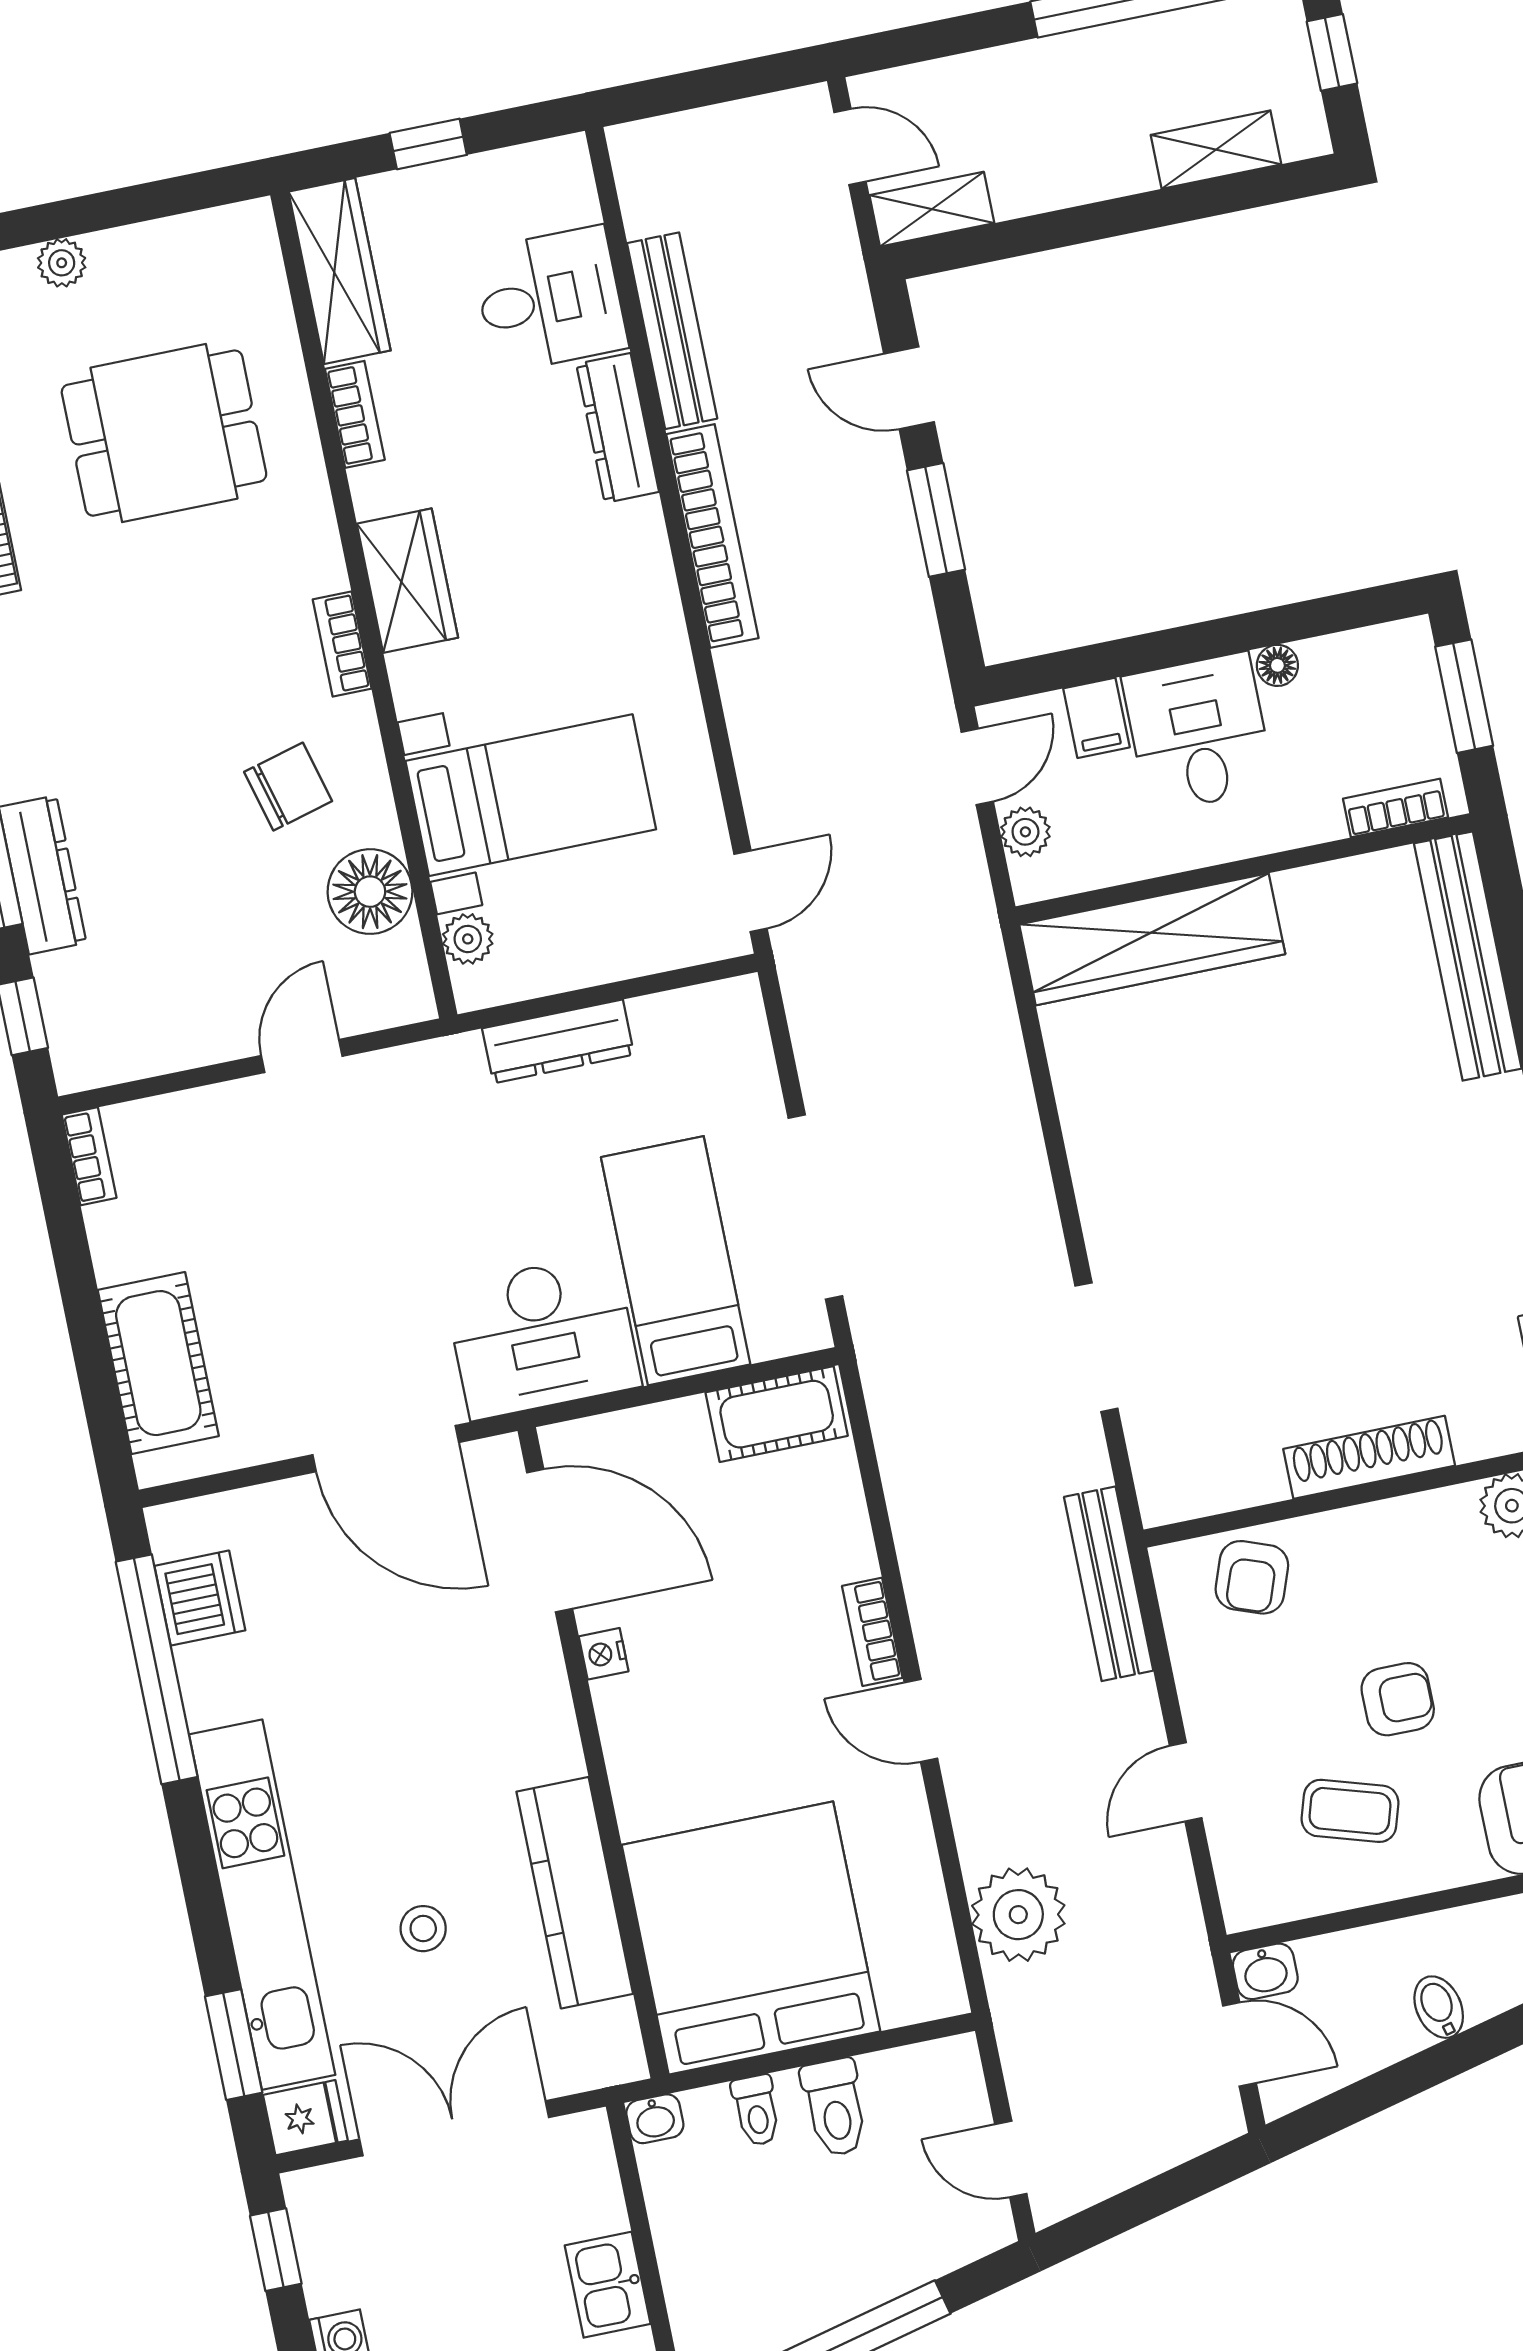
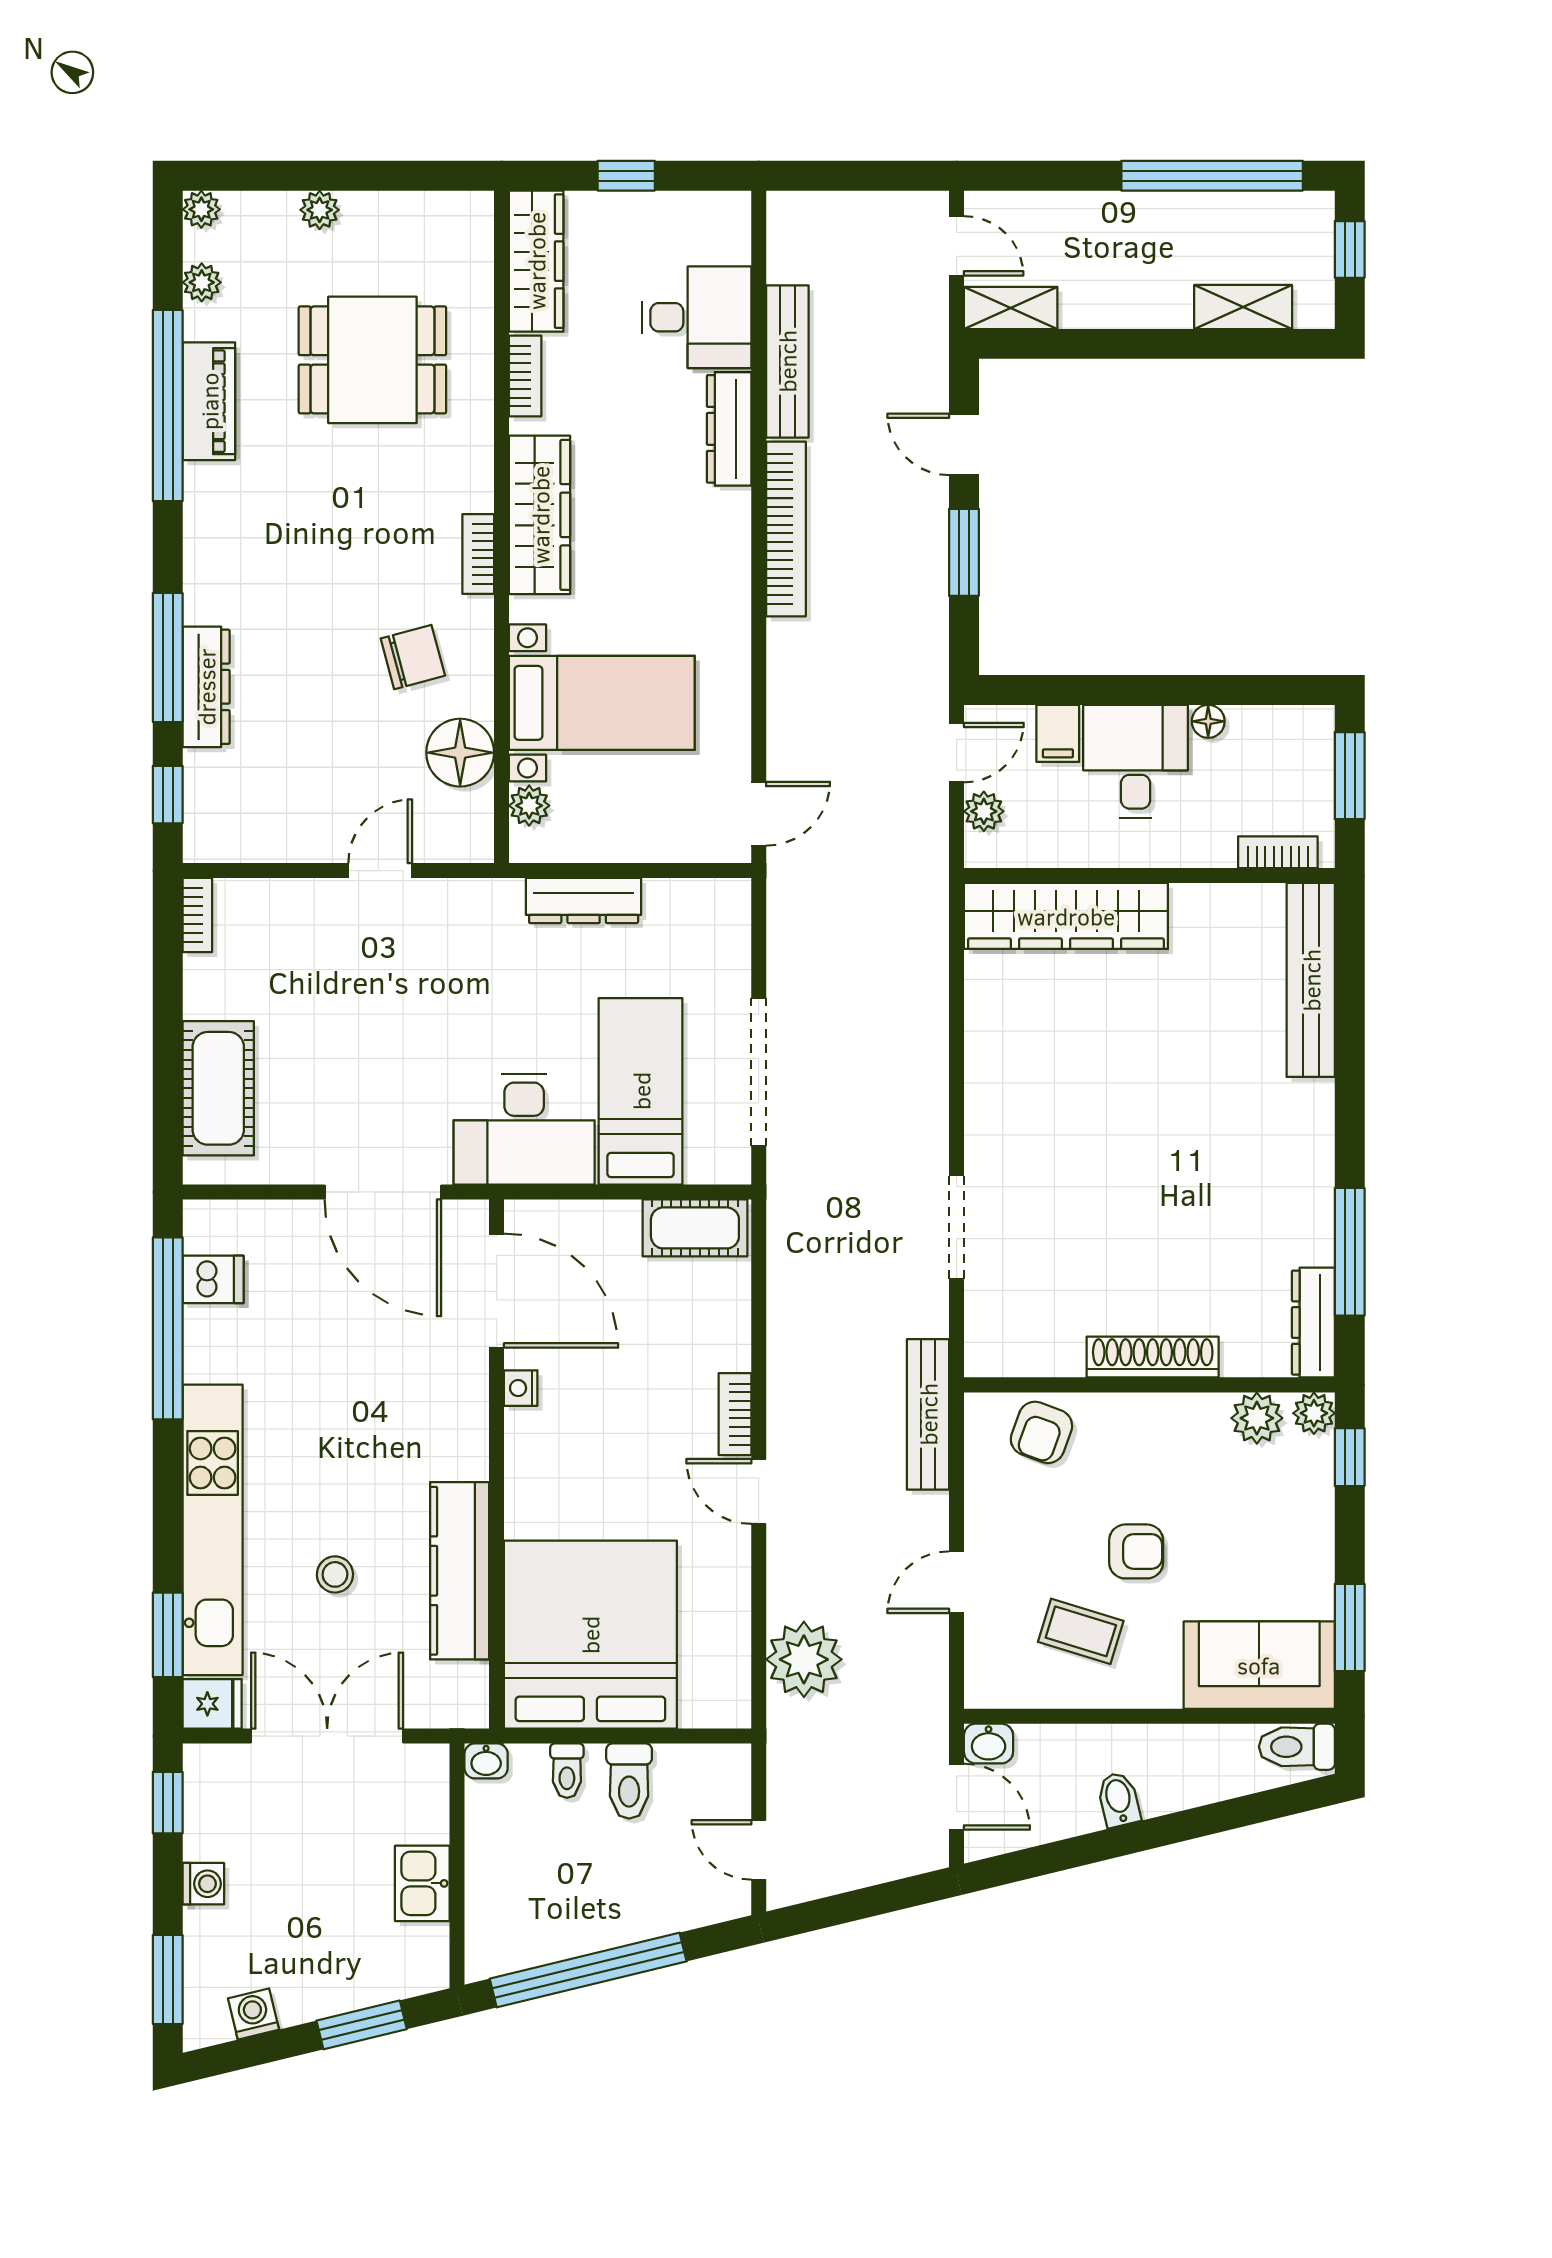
wardrobe: (407, 581) -> (540, 515), width x1.50
dishwasher: (200, 1598) -> (213, 1279), width x0.73

